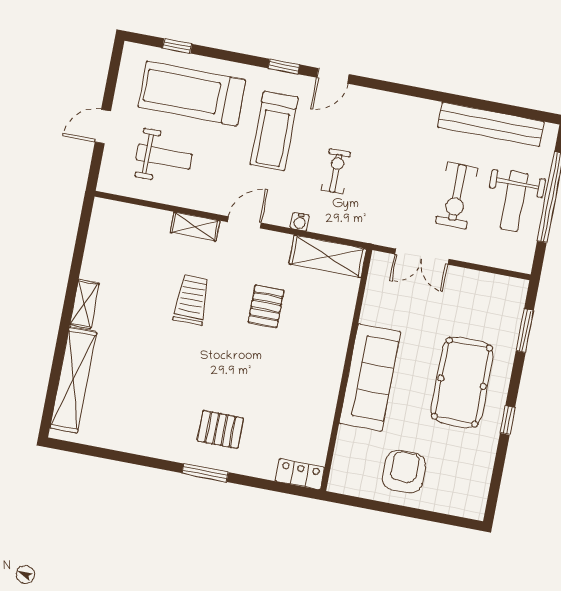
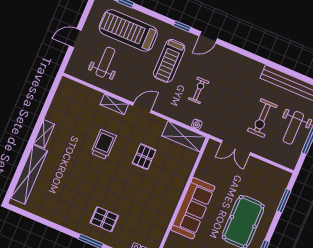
weight bench: (164, 157) -> (105, 62), turned -90
water cooler: (300, 222) -> (197, 124), moved

